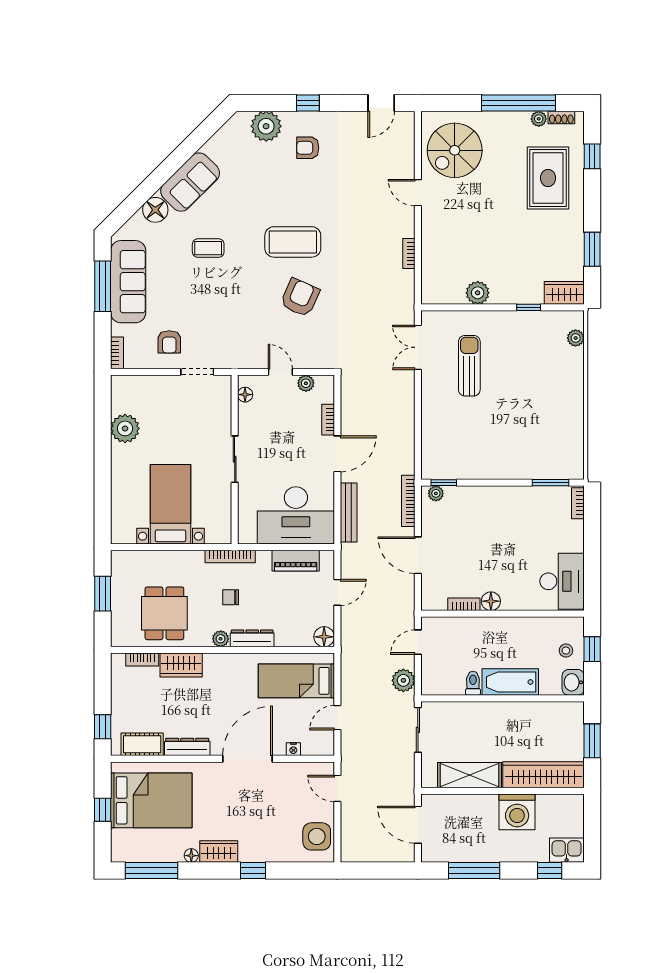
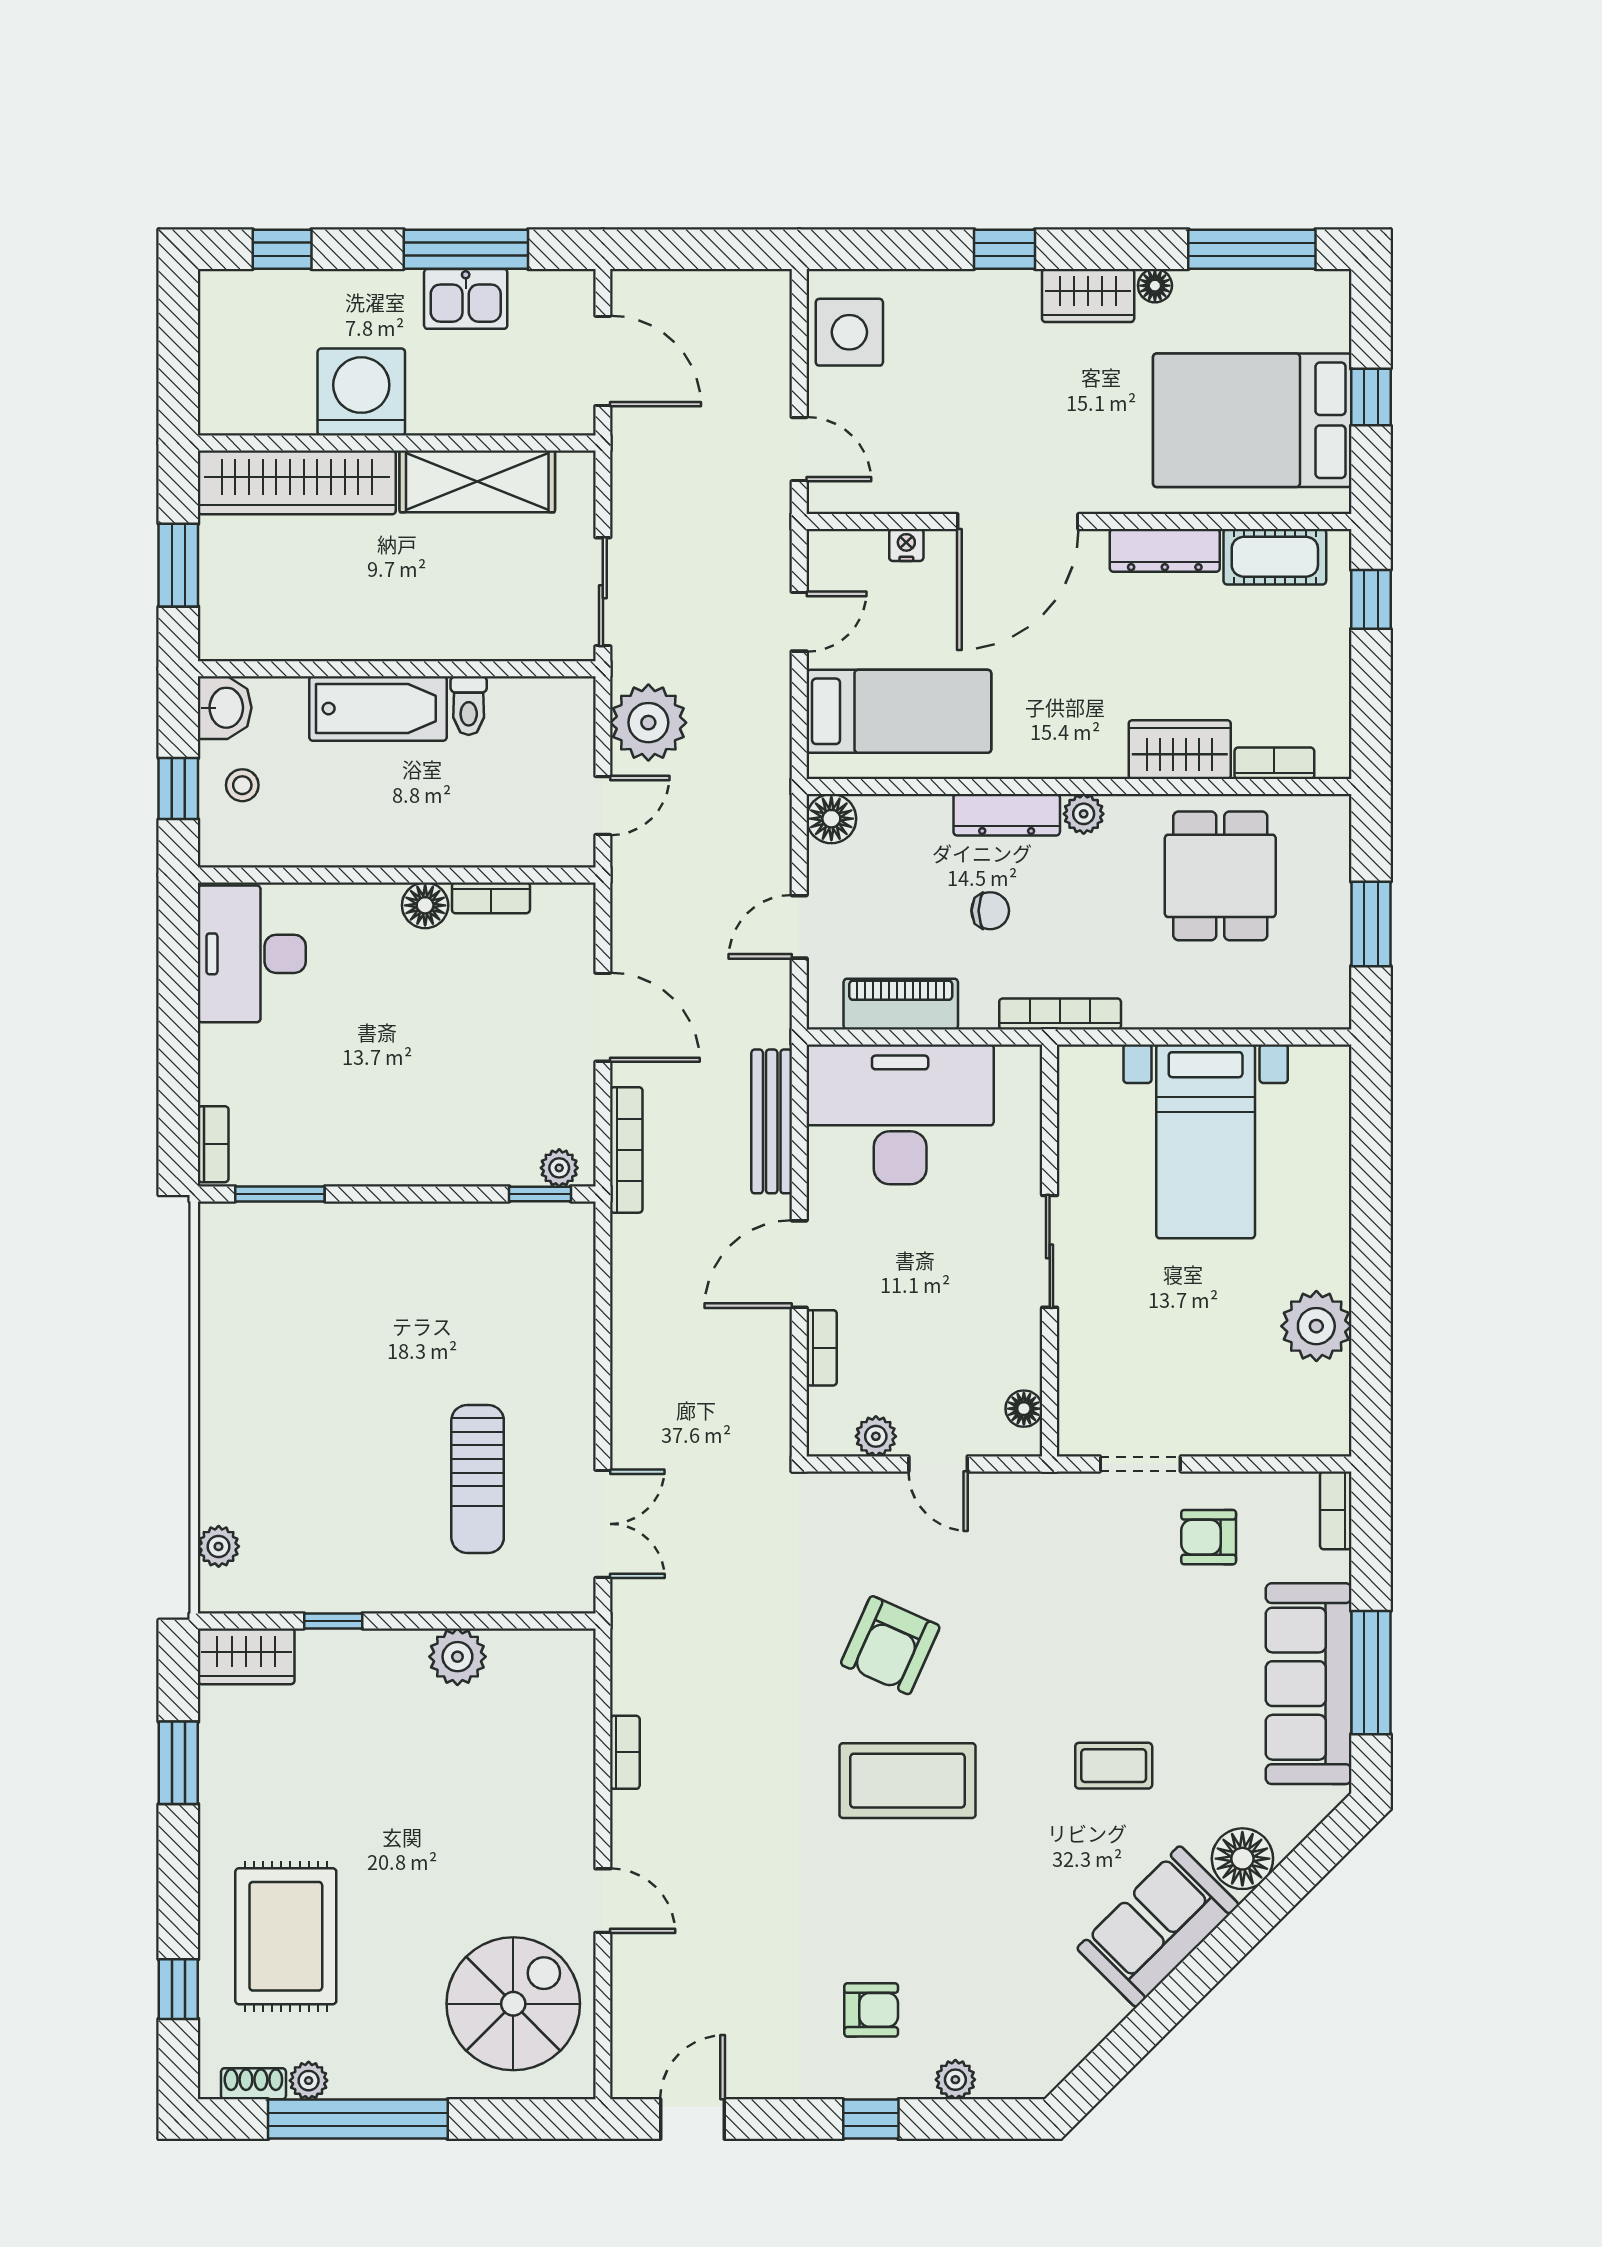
plant: (266, 126) -> (955, 2080), width x0.53, depth x0.53
armchair: (169, 342) -> (1209, 1537), turned -90
chair: (231, 597) -> (990, 911), moved
plant: (403, 680) -> (648, 723), width x1.36, depth x1.36
kitchen sink: (567, 850) -> (466, 299), moved

